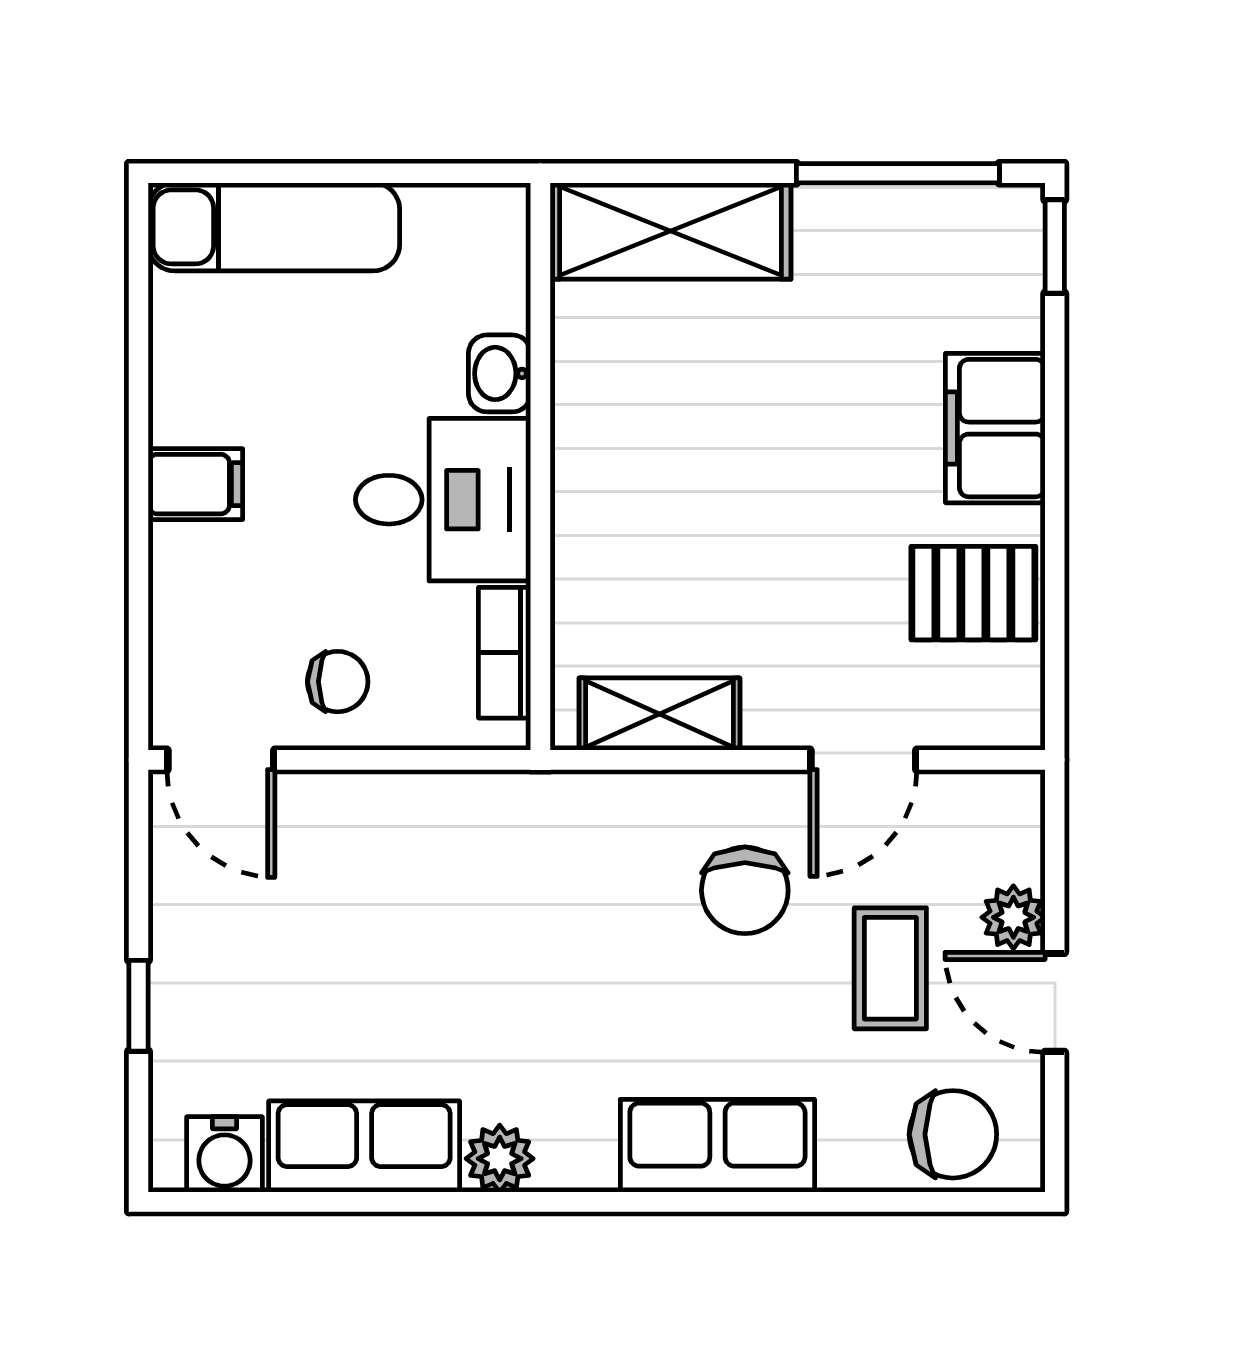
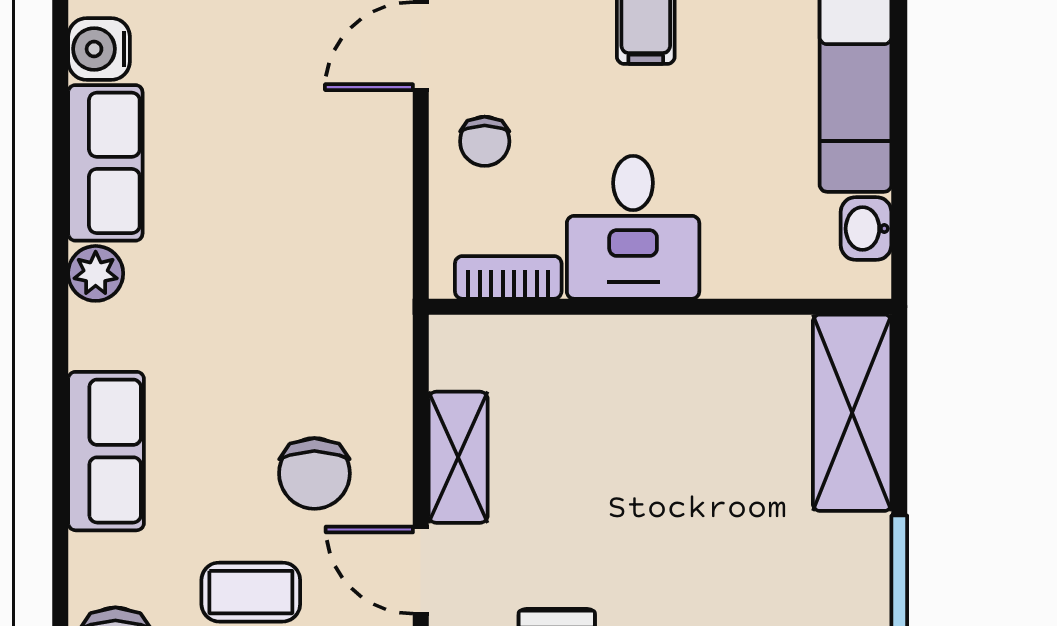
washbasin: (500, 373) -> (866, 229), moved, turned -90
shelving: (659, 714) -> (458, 457), moved
chair: (745, 890) -> (314, 473), turned -90

